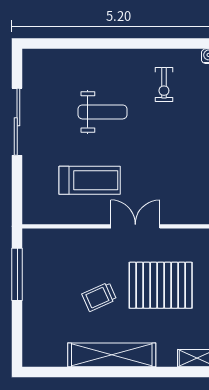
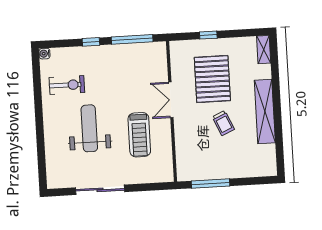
exercise bike: (164, 84) -> (67, 85), width x1.38, depth x1.39
weight bench: (102, 112) -> (89, 128), width x1.36, depth x1.33
treadmill: (90, 180) -> (139, 135), turned 180

